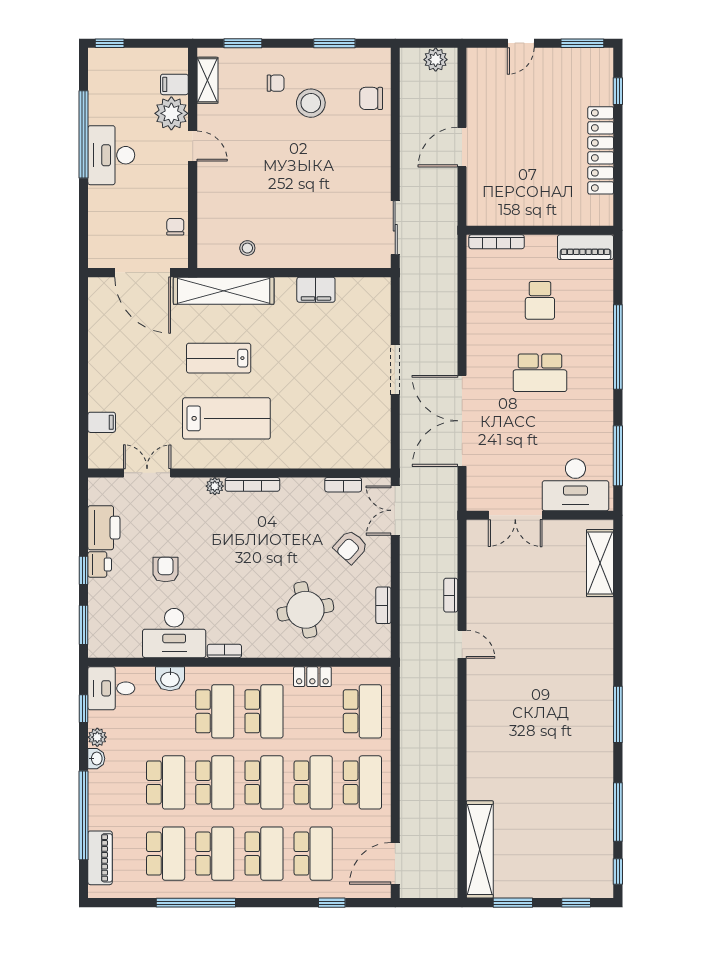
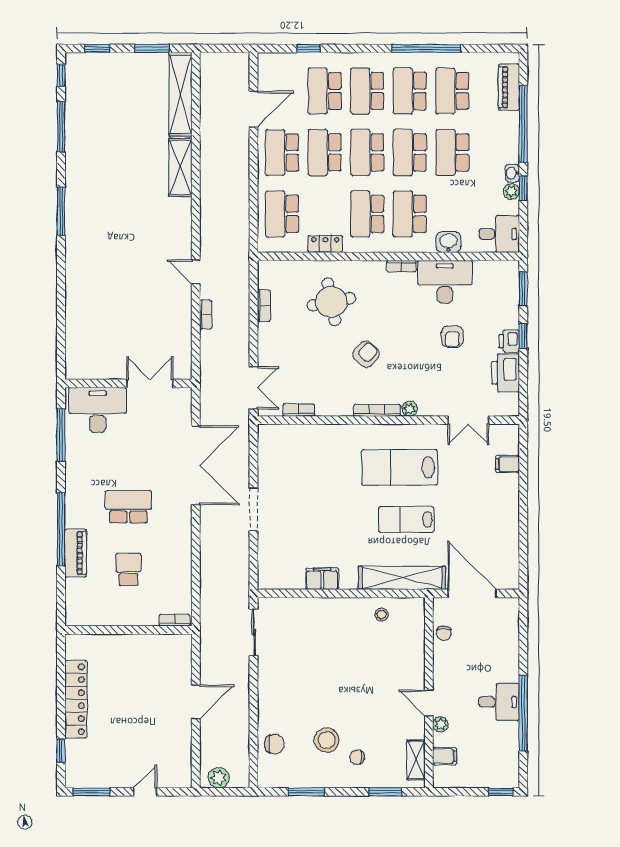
plant: (171, 113) -> (440, 724), width x0.53, depth x0.53
desk: (111, 155) -> (499, 702), width x0.73
bookcase: (497, 242) -> (175, 620), width x0.64
piano: (586, 247) -> (76, 553), moved, turned 90
lab bench: (219, 358) -> (406, 520), turned 180
armchair: (351, 547) -> (366, 354), moved
shelving: (600, 563) -> (180, 167), moved
window: (84, 709) -> (523, 188), moved
door: (395, 863) -> (254, 109), moved

